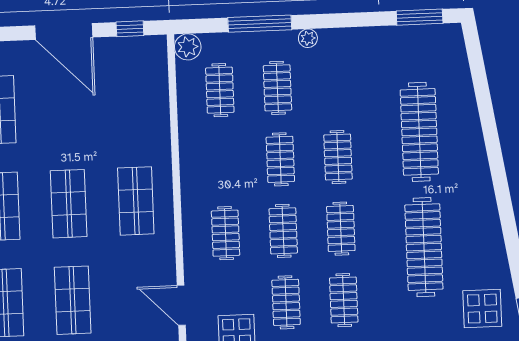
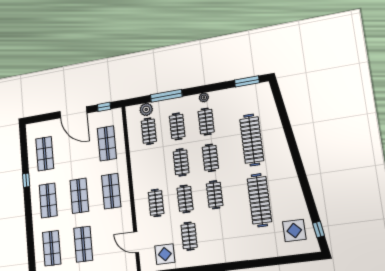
plant: (308, 38) -> (204, 97), moved
plant: (188, 47) -> (146, 109), moved
shop shelf: (132, 104) -> (107, 143), added
clothes rail: (344, 300) -> (206, 122), moved

